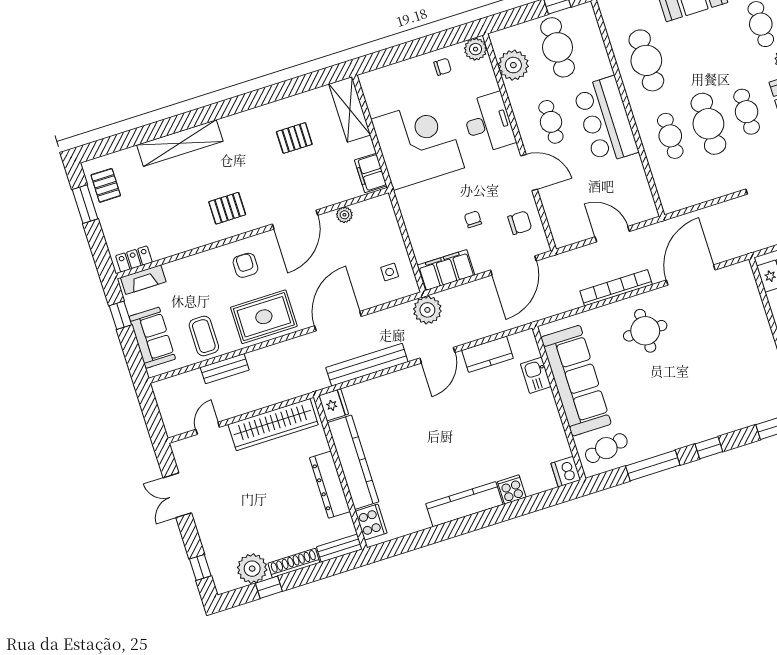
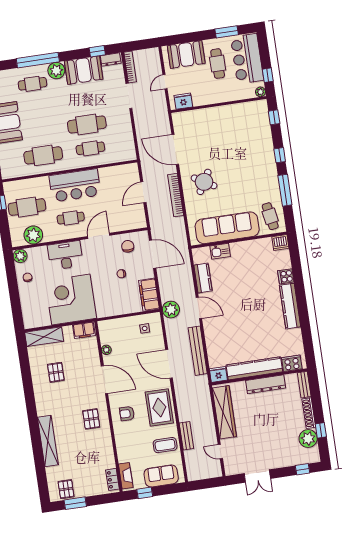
cafe table: (747, 112) -> (83, 101), removed
pallet: (106, 185) -> (66, 489), turned 90
round table: (645, 331) -> (204, 182), turned 30

